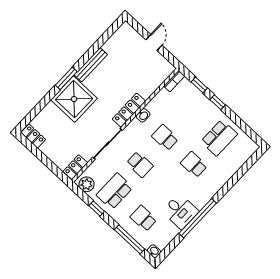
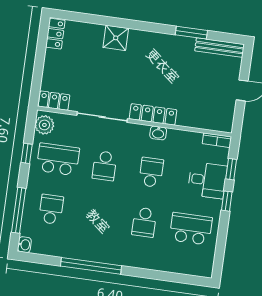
bench: (91, 65) -> (220, 48), moved
window: (66, 78) -> (191, 33), moved
shower: (74, 99) -> (116, 38), width x0.54, depth x0.54
school desk: (219, 138) -> (191, 229), turned 180
school desk: (194, 165) -> (144, 222), turned 180
desk: (180, 211) -> (207, 180), moved, turned -90

